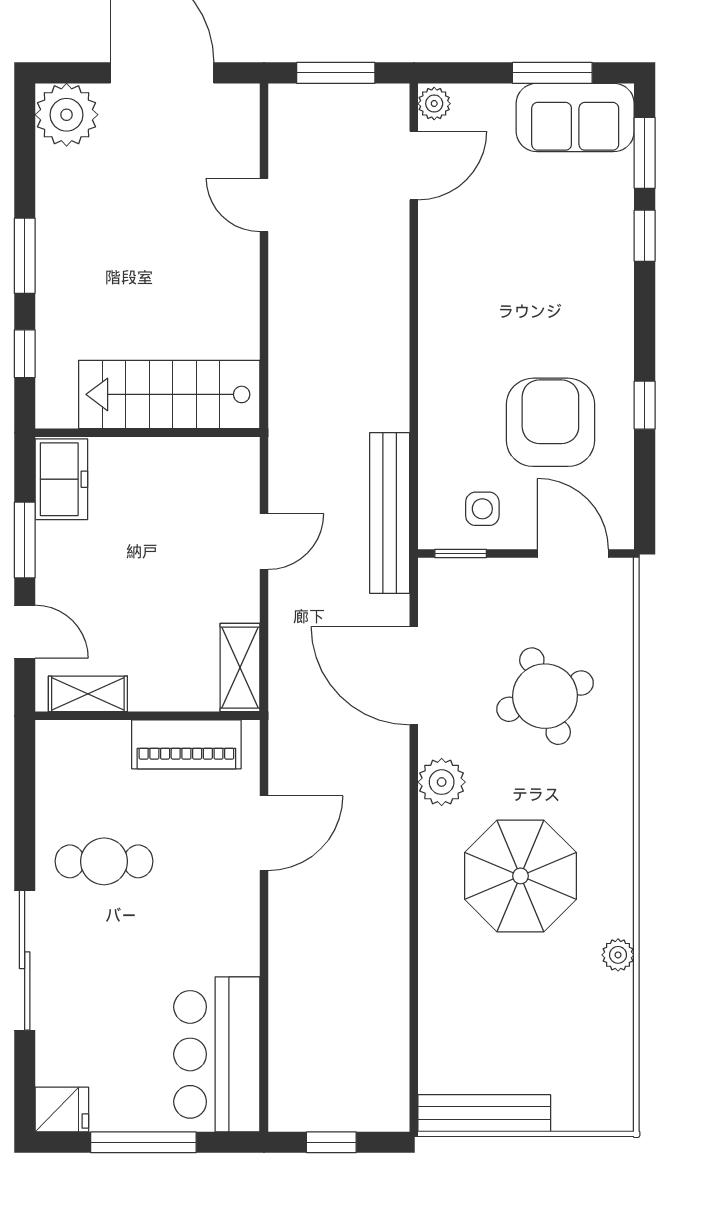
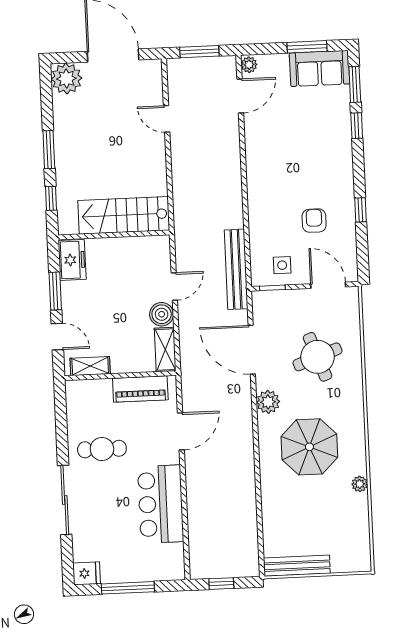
armchair: (550, 422) -> (314, 221), width x0.53, depth x0.53
boiler: (236, 596) -> (162, 314), added
bar counter: (217, 1054) -> (161, 504), moved

